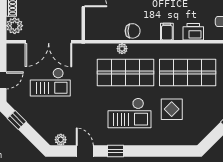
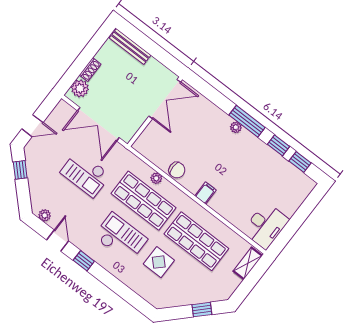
printer: (193, 32) -> (228, 210), removed
checkout: (50, 82) -> (85, 174), moved
checkout: (130, 113) -> (121, 238), turned 180

